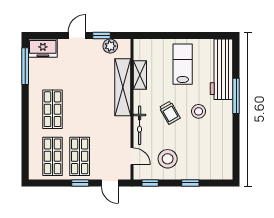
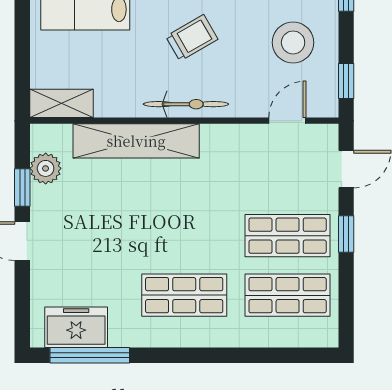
freezer: (43, 48) -> (76, 327), moved, turned -90
shelving: (140, 75) -> (62, 103), moved
bicycle: (140, 125) -> (186, 104), moved

